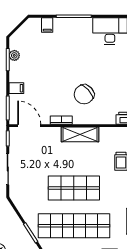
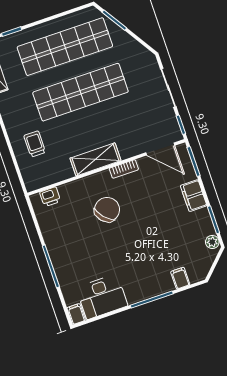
plant: (14, 55) -> (212, 242), moved
filing cabinet: (16, 88) -> (194, 196), width x2.00
shop shelf: (74, 188) -> (80, 92), width x1.40

